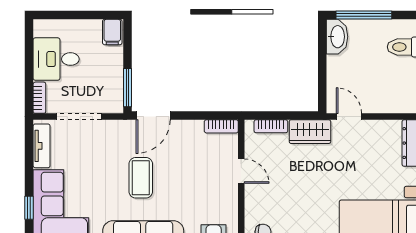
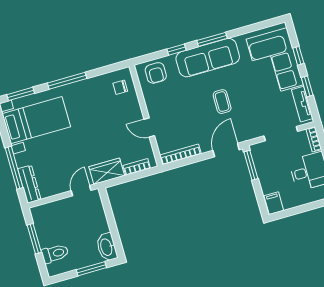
window: (364, 15) -> (91, 269), width x0.69
door: (349, 117) -> (81, 191), swing flipped
bookcase: (221, 126) -> (180, 154), width x1.56
window: (29, 166) -> (307, 86), added
coffee table: (141, 178) -> (222, 102), width x0.73, depth x0.77

